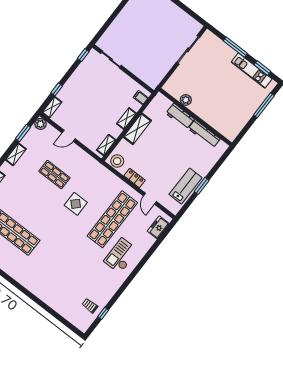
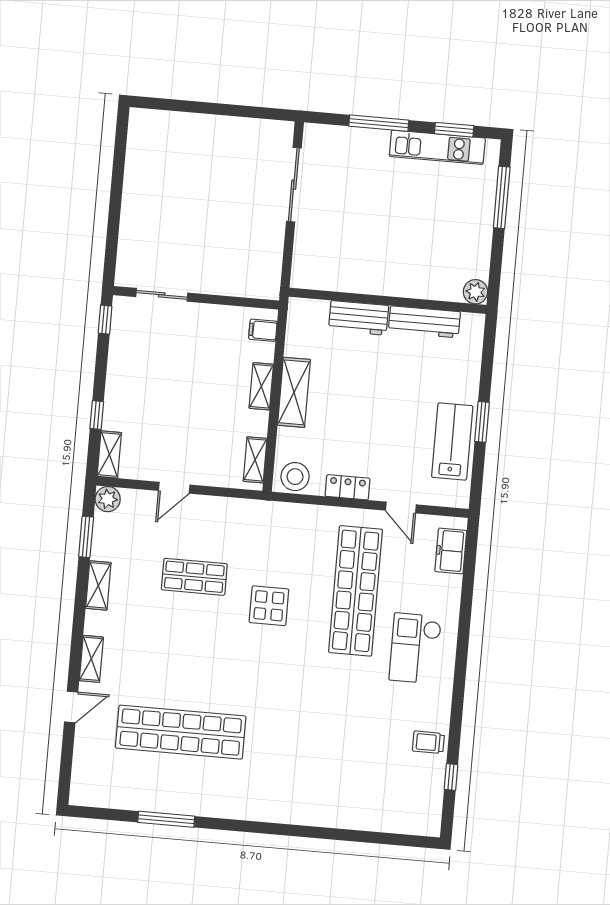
plant: (186, 100) -> (475, 292), moved
trolley: (90, 306) -> (428, 742), moved

